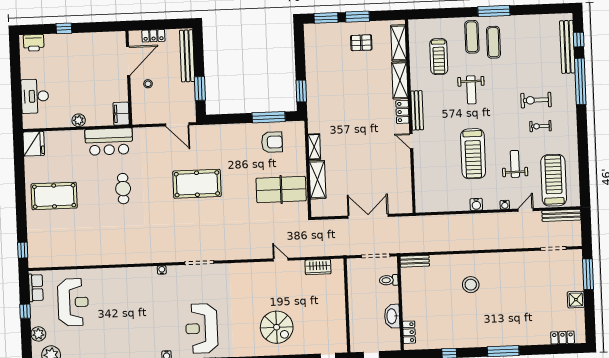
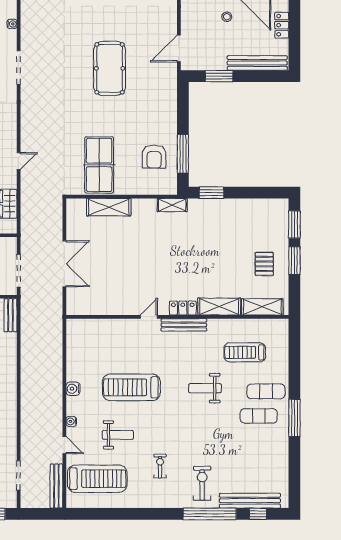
exercise bike: (536, 100) -> (202, 483), moved
shelving: (314, 147) -> (172, 205), moved

